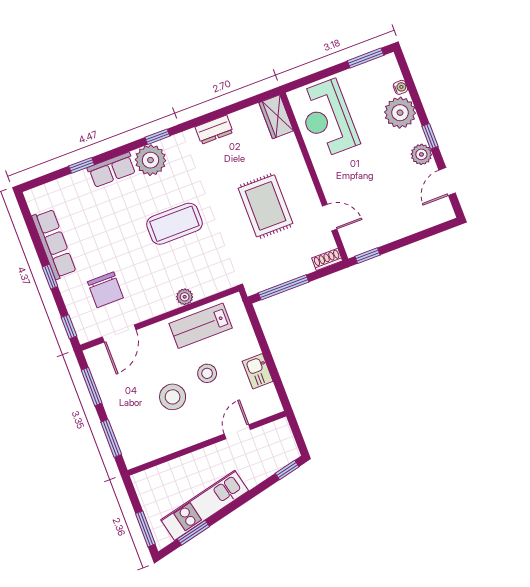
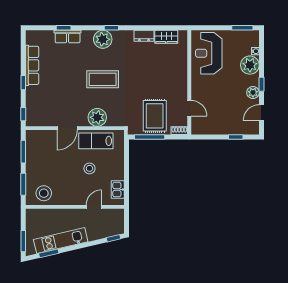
wardrobe: (276, 117) -> (166, 37), moved, turned -90
row of seats: (112, 170) -> (68, 37), moved
rug: (266, 206) -> (155, 116), moved
window: (367, 256) -> (236, 137), moved
chair: (105, 290) -> (51, 101), removed
plant: (185, 297) -> (97, 117), width x1.88, depth x1.88
door: (119, 333) -> (67, 128), moved
kitchen sink: (258, 371) -> (118, 190), moved
stool: (173, 397) -> (44, 193), moved

